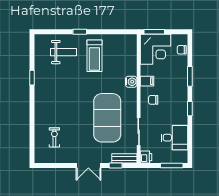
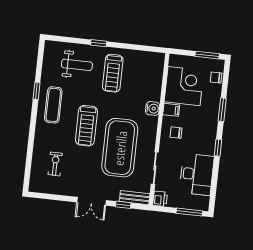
window: (154, 32) -> (207, 55), moved
corner desk: (156, 49) -> (184, 86), moved, turned -90
exercise mat: (47, 88) -> (53, 105), added
treadmill: (77, 102) -> (86, 126), added
desk: (174, 138) -> (197, 174), width x1.37

